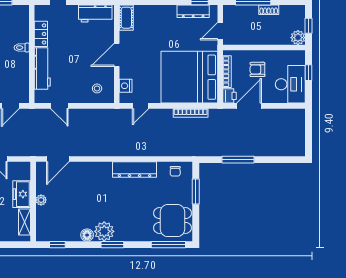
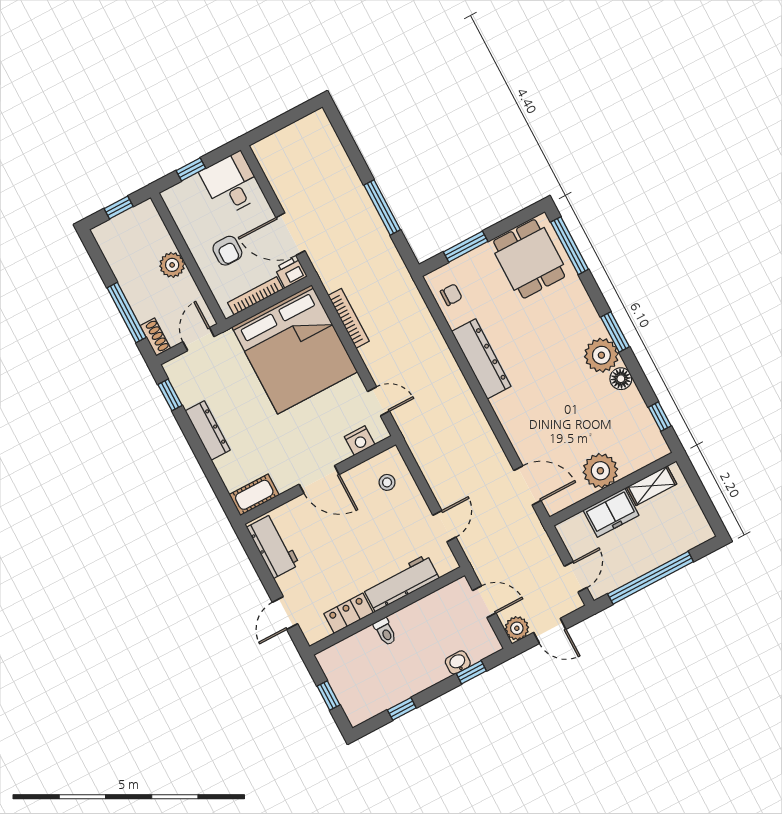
shoe rack: (269, 10) -> (155, 337), moved
dresser: (193, 11) -> (208, 430), moved
door: (220, 31) -> (199, 339), swing flipped
plant: (298, 38) -> (172, 265), moved
desk: (290, 84) -> (231, 184), width x0.73
plant: (41, 200) -> (600, 471), width x1.88, depth x1.88

